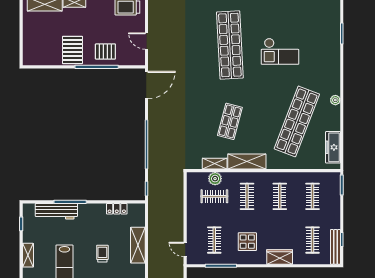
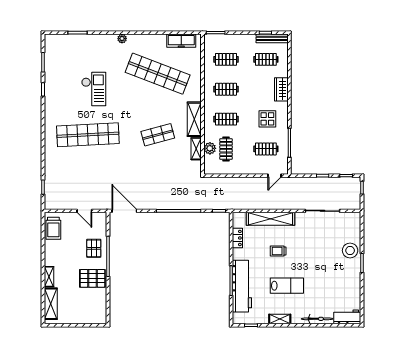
door: (146, 41) -> (84, 211), hinge flipped
plant: (335, 100) -> (122, 39), moved
shop shelf: (230, 121) -> (158, 135), turned -30
workbench: (56, 211) -> (242, 286), width x1.36, depth x1.32
shelving: (138, 245) -> (271, 219), width x1.47

